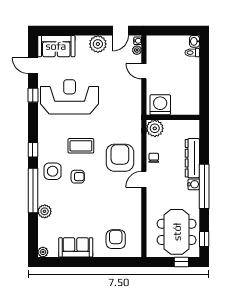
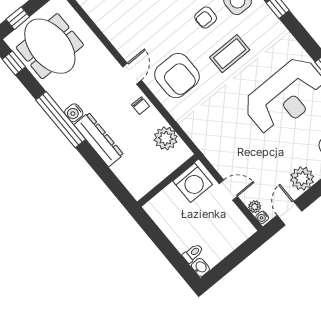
washing machine: (160, 105) -> (193, 183), moved
wall: (173, 117) -> (168, 180), moved

